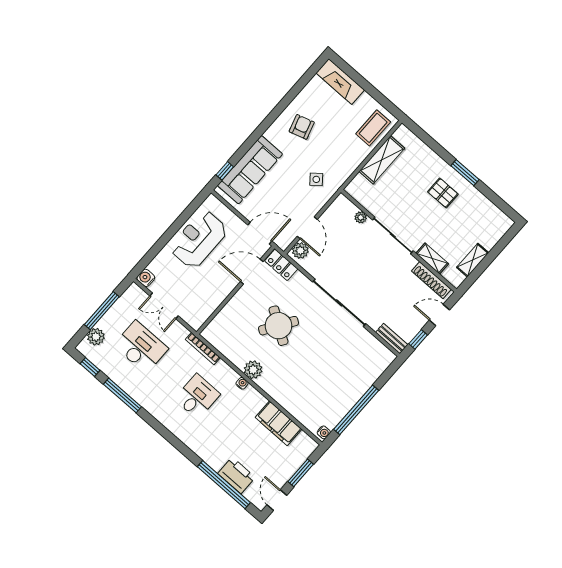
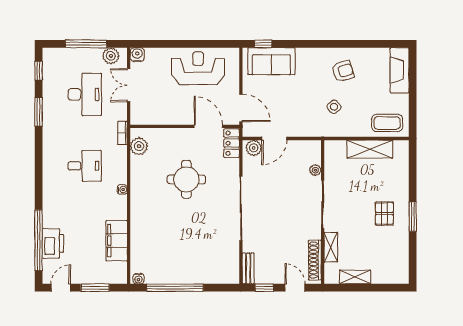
sofa: (250, 170) -> (271, 61), width x0.73
side table: (316, 179) -> (334, 107), moved
round table: (278, 326) -> (186, 179), turned -33
plant: (96, 337) -> (111, 56), moved
bookcase: (203, 348) -> (122, 133), width x0.64
plant: (253, 370) -> (139, 146), moved
window: (122, 395) -> (39, 112), width x0.69

